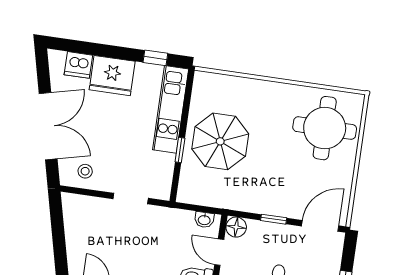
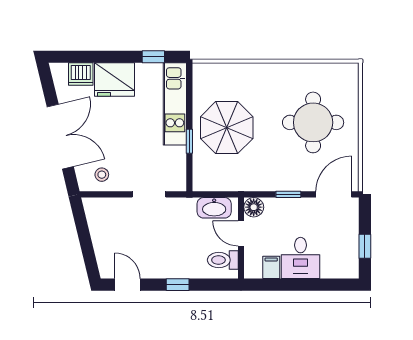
round table: (325, 128) -> (313, 122), moved
washbasin: (204, 220) -> (214, 208), width x1.91, depth x1.45

